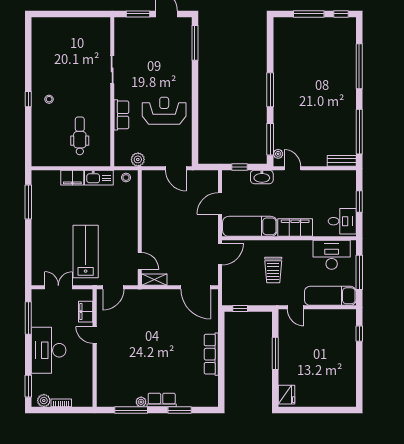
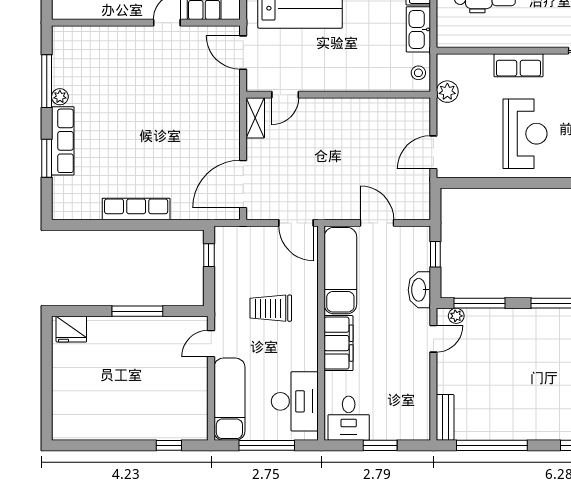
row of seats: (162, 400) -> (63, 141), width x1.48

